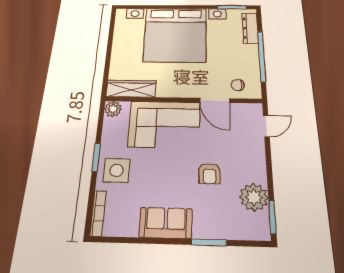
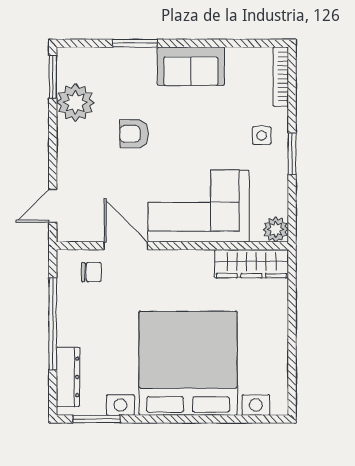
side table: (117, 170) -> (262, 136), width x0.54, depth x0.54
armchair: (210, 174) -> (134, 134), turned -90

